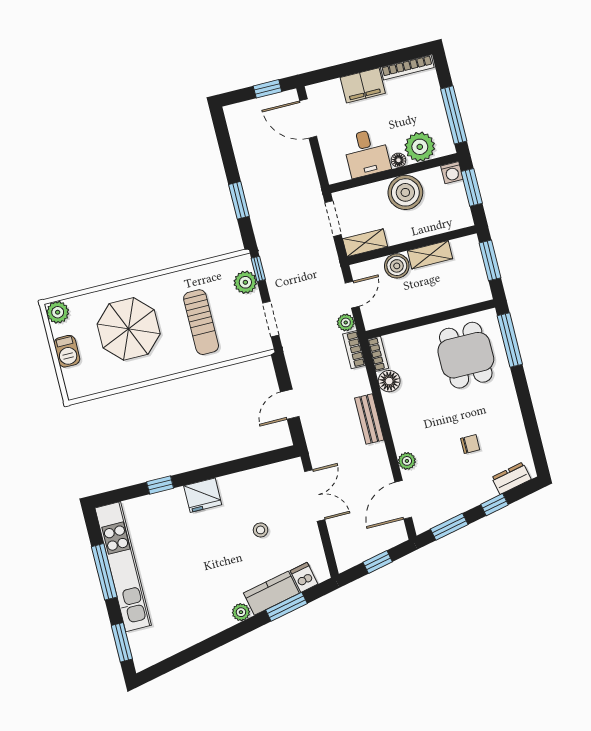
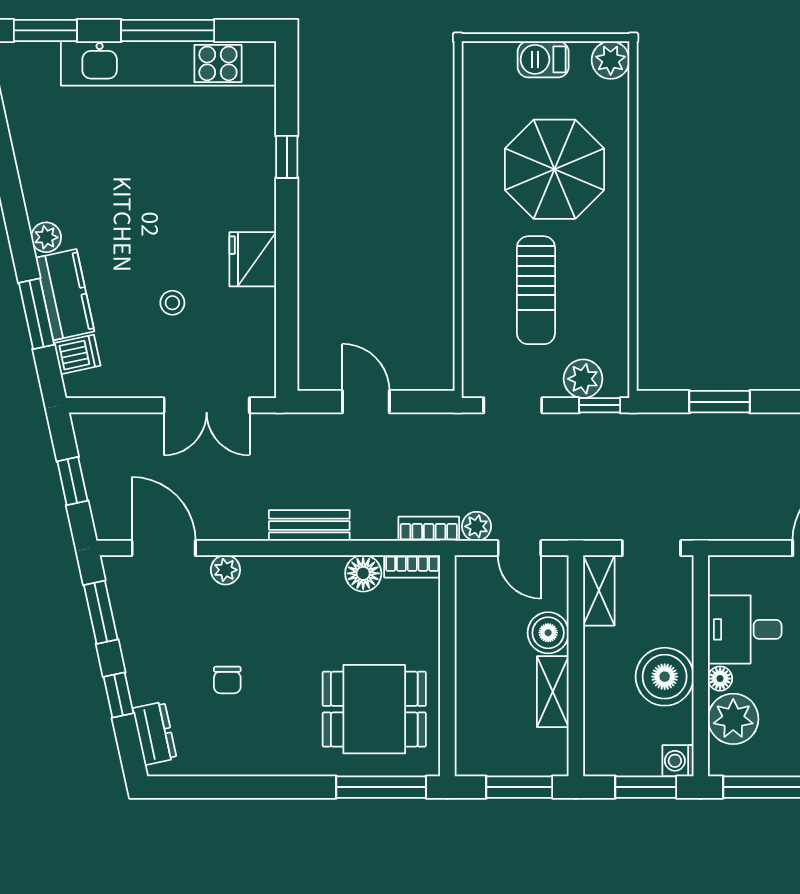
sun lounger: (201, 322) -> (536, 290), turned -90
fridge: (203, 495) -> (253, 259), moved

